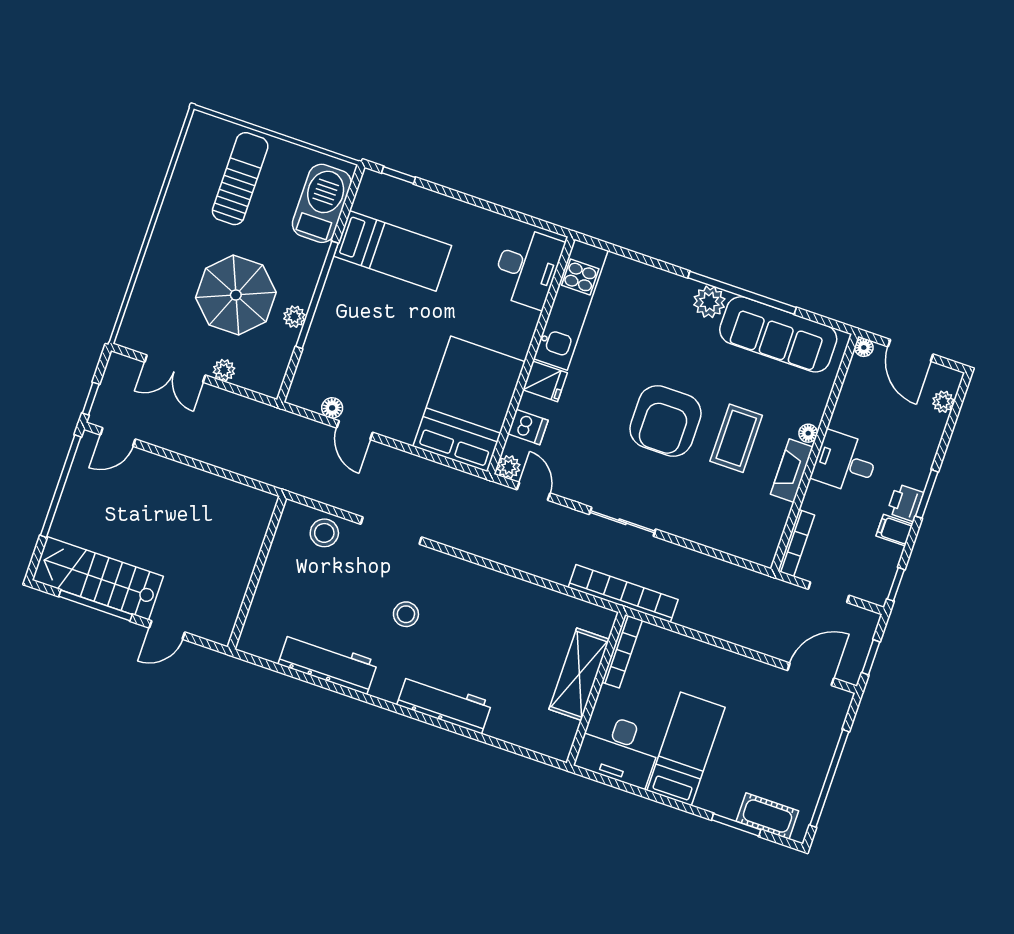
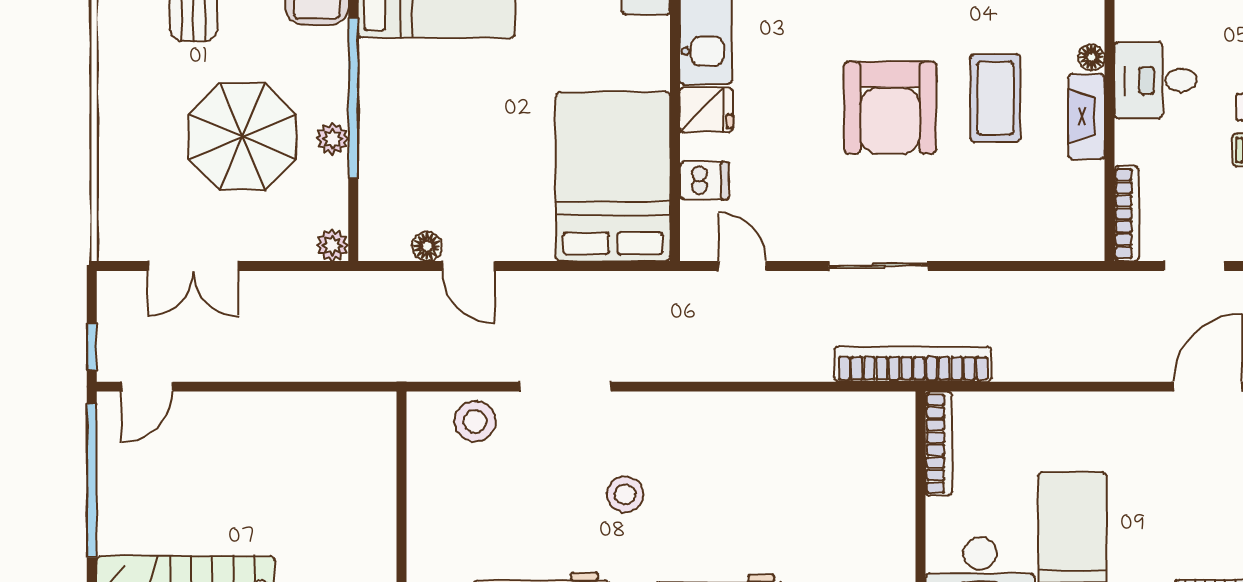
plant: (224, 370) -> (332, 245), moved
plant: (509, 467) -> (697, 244), removed
shelving: (579, 674) -> (891, 495), removed

